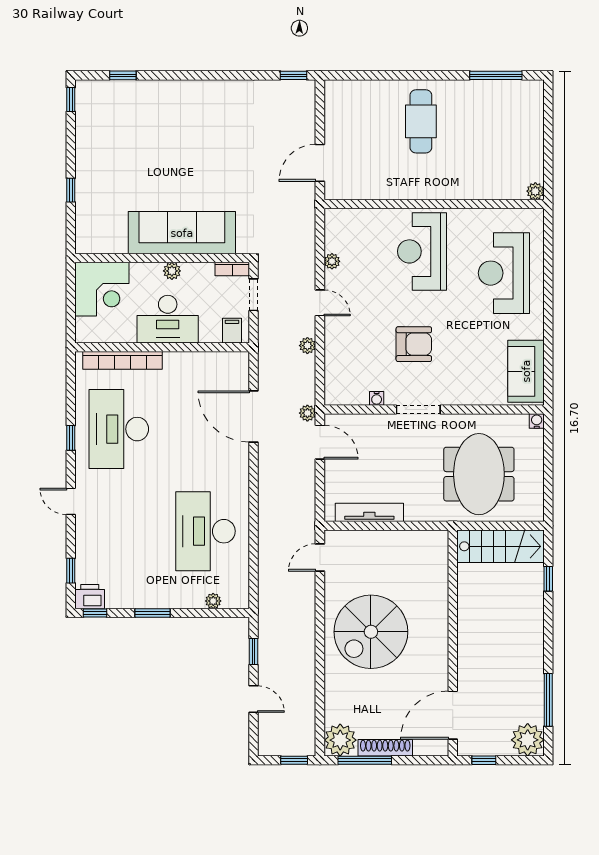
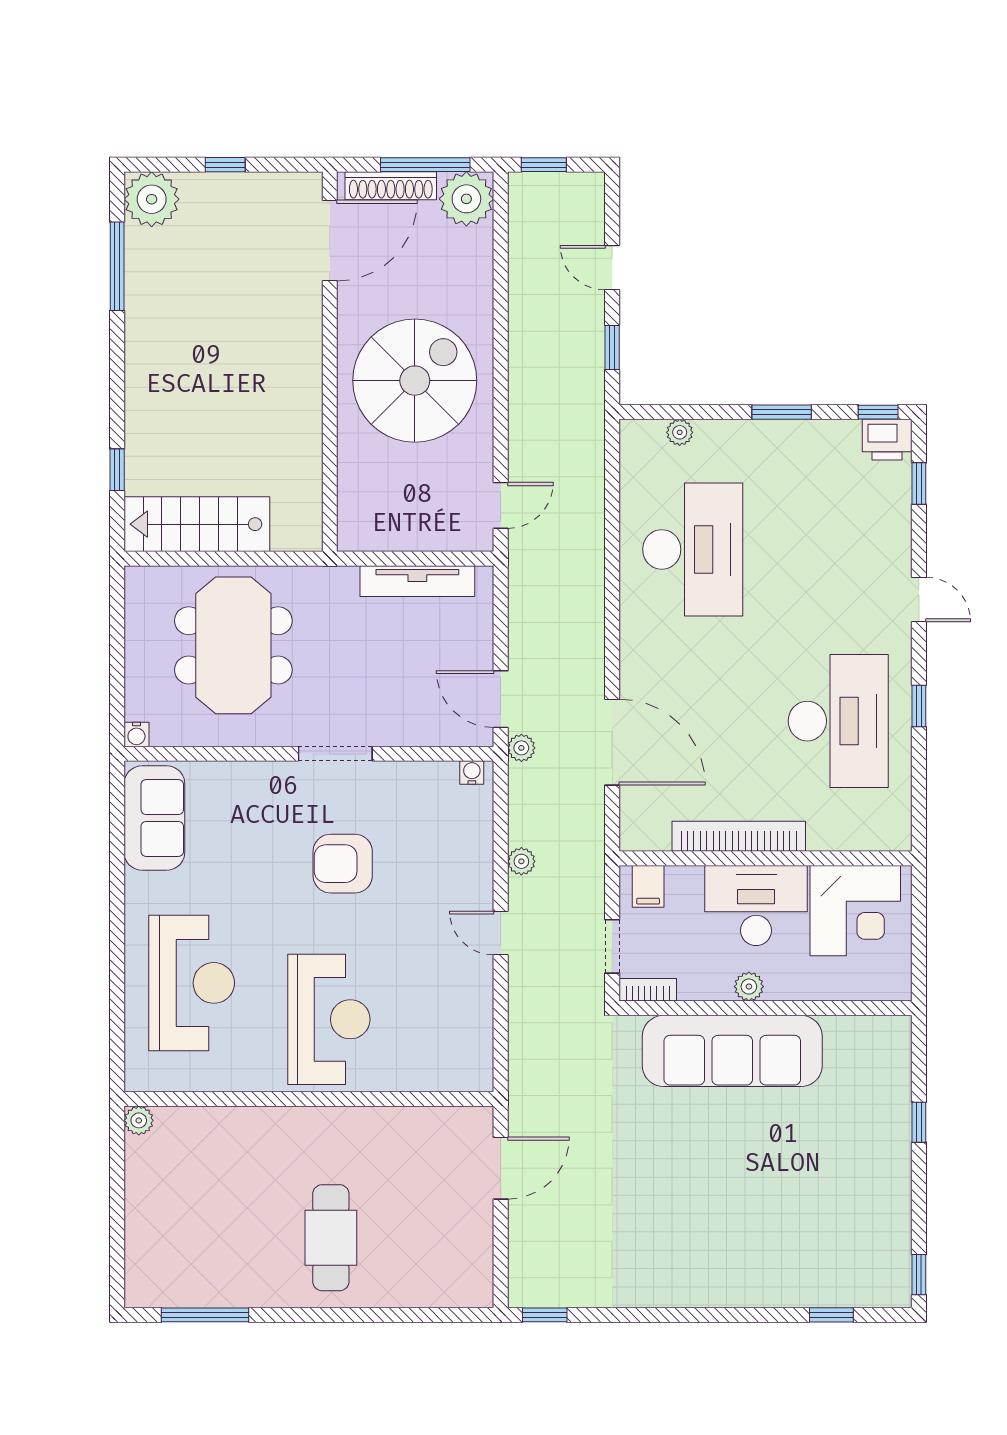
plant: (332, 261) -> (480, 1003), removed
corner desk: (102, 289) -> (855, 911), moved, turned 180
bookcase: (122, 360) -> (739, 836), moved
water cooler: (377, 398) -> (472, 773), moved
wall: (453, 643) -> (330, 362), moved
door: (453, 715) -> (330, 241), moved

